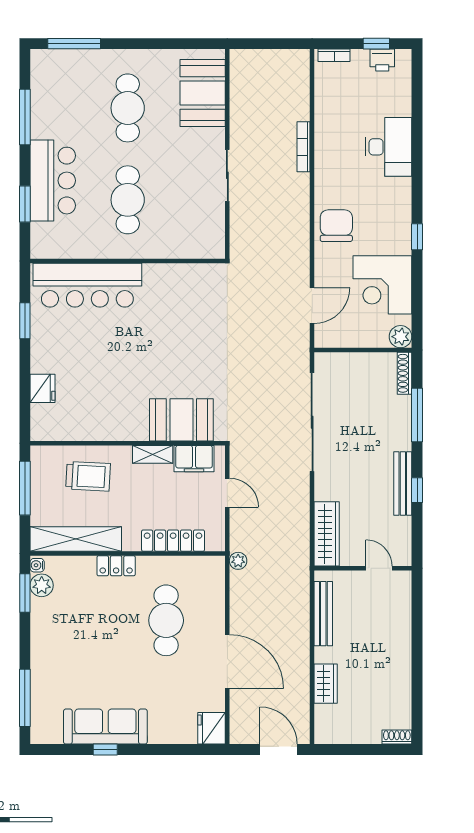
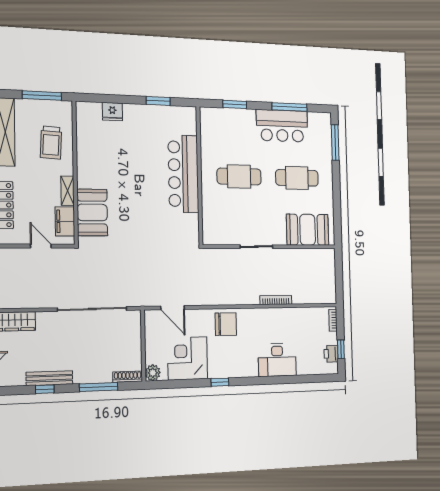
bar counter: (53, 181) -> (282, 126), moved
bar counter: (87, 285) -> (183, 174), moved
door: (227, 493) -> (41, 246), swing flipped

